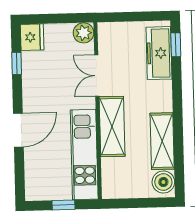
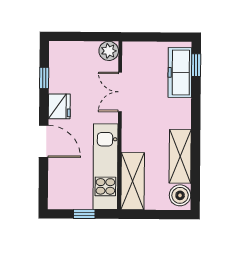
fridge: (32, 37) -> (59, 106), moved
shelving: (112, 127) -> (133, 181), moved
door: (18, 130) -> (44, 141), hinge flipped

